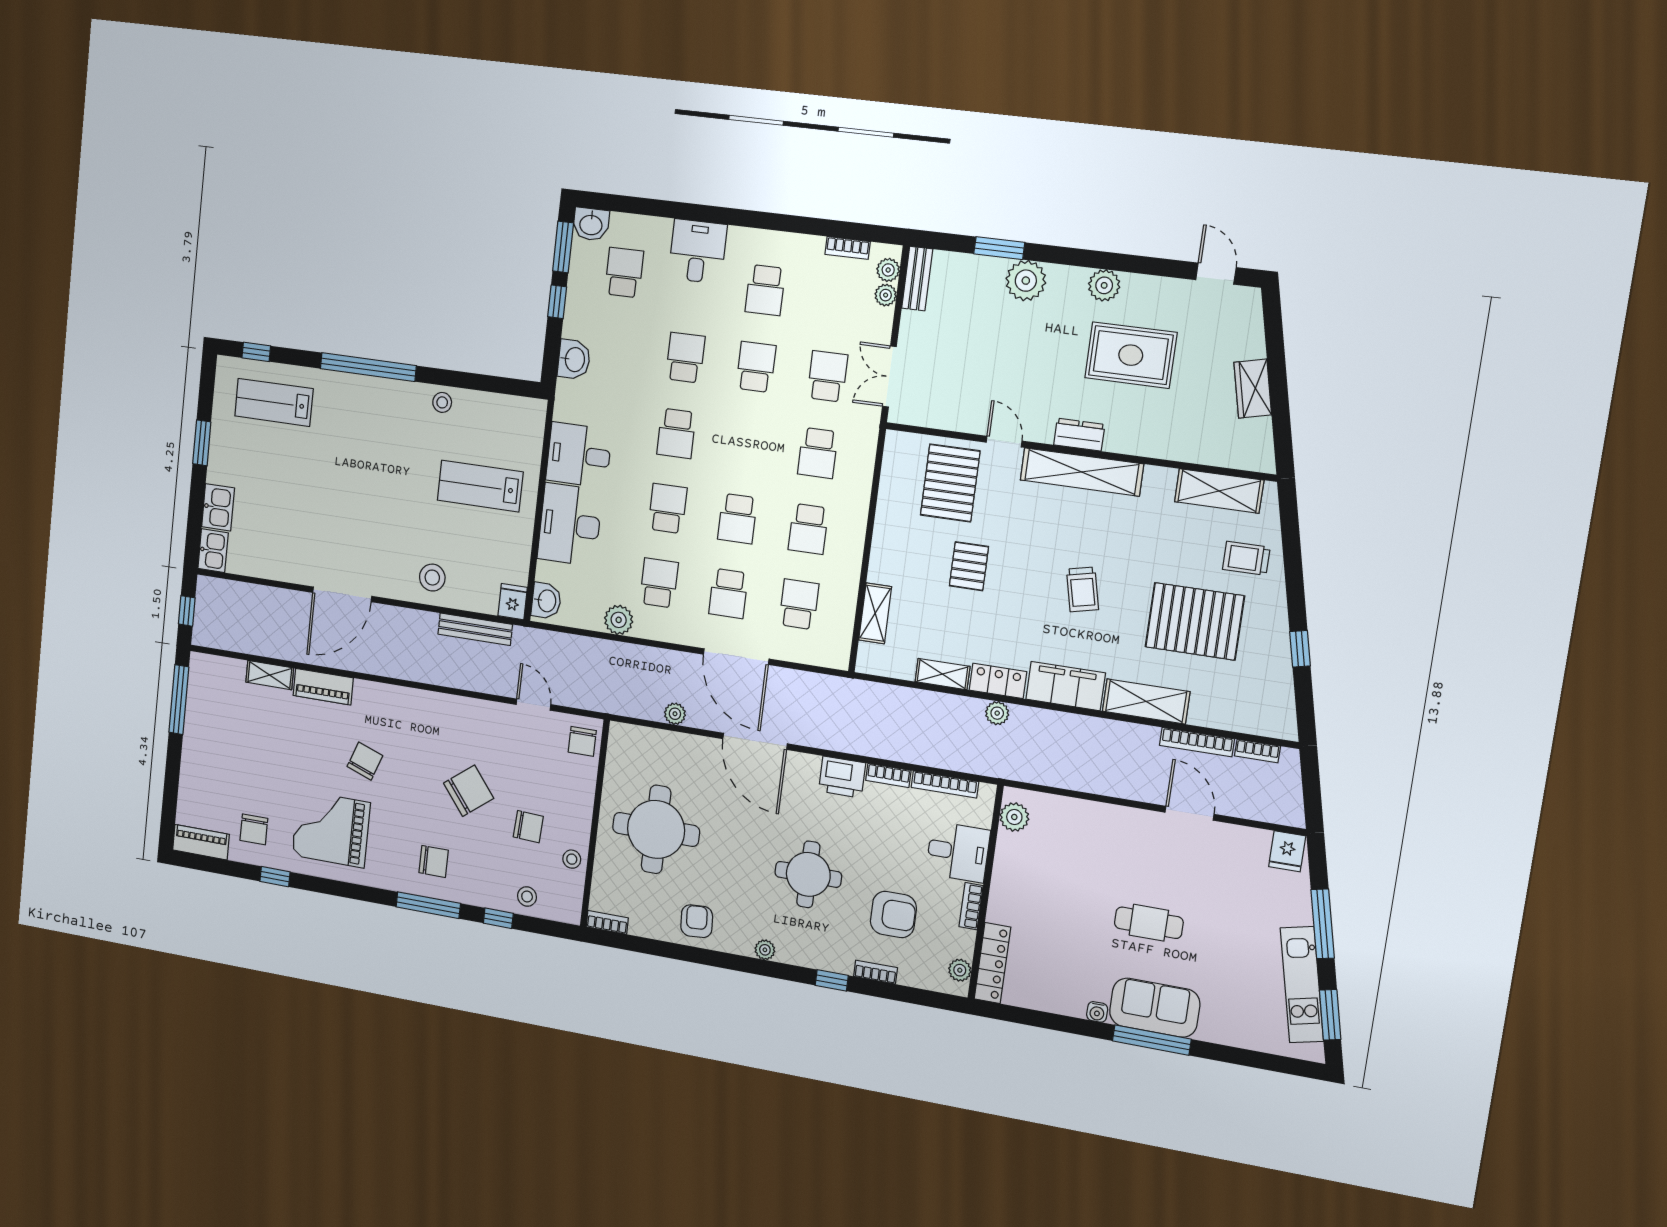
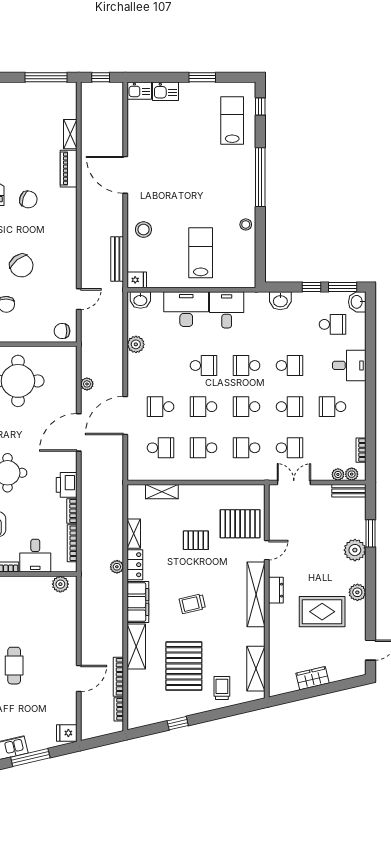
rug: (1131, 355) -> (322, 612), turned 90
school desk: (659, 583) -> (247, 407), moved, turned 180

